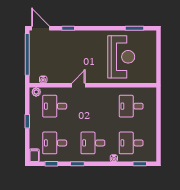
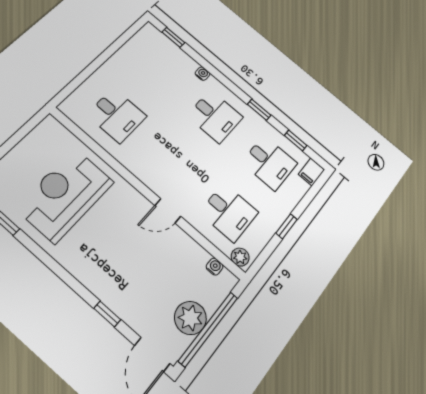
plant: (37, 53) -> (190, 318), added
desk: (131, 143) -> (161, 71), removed

